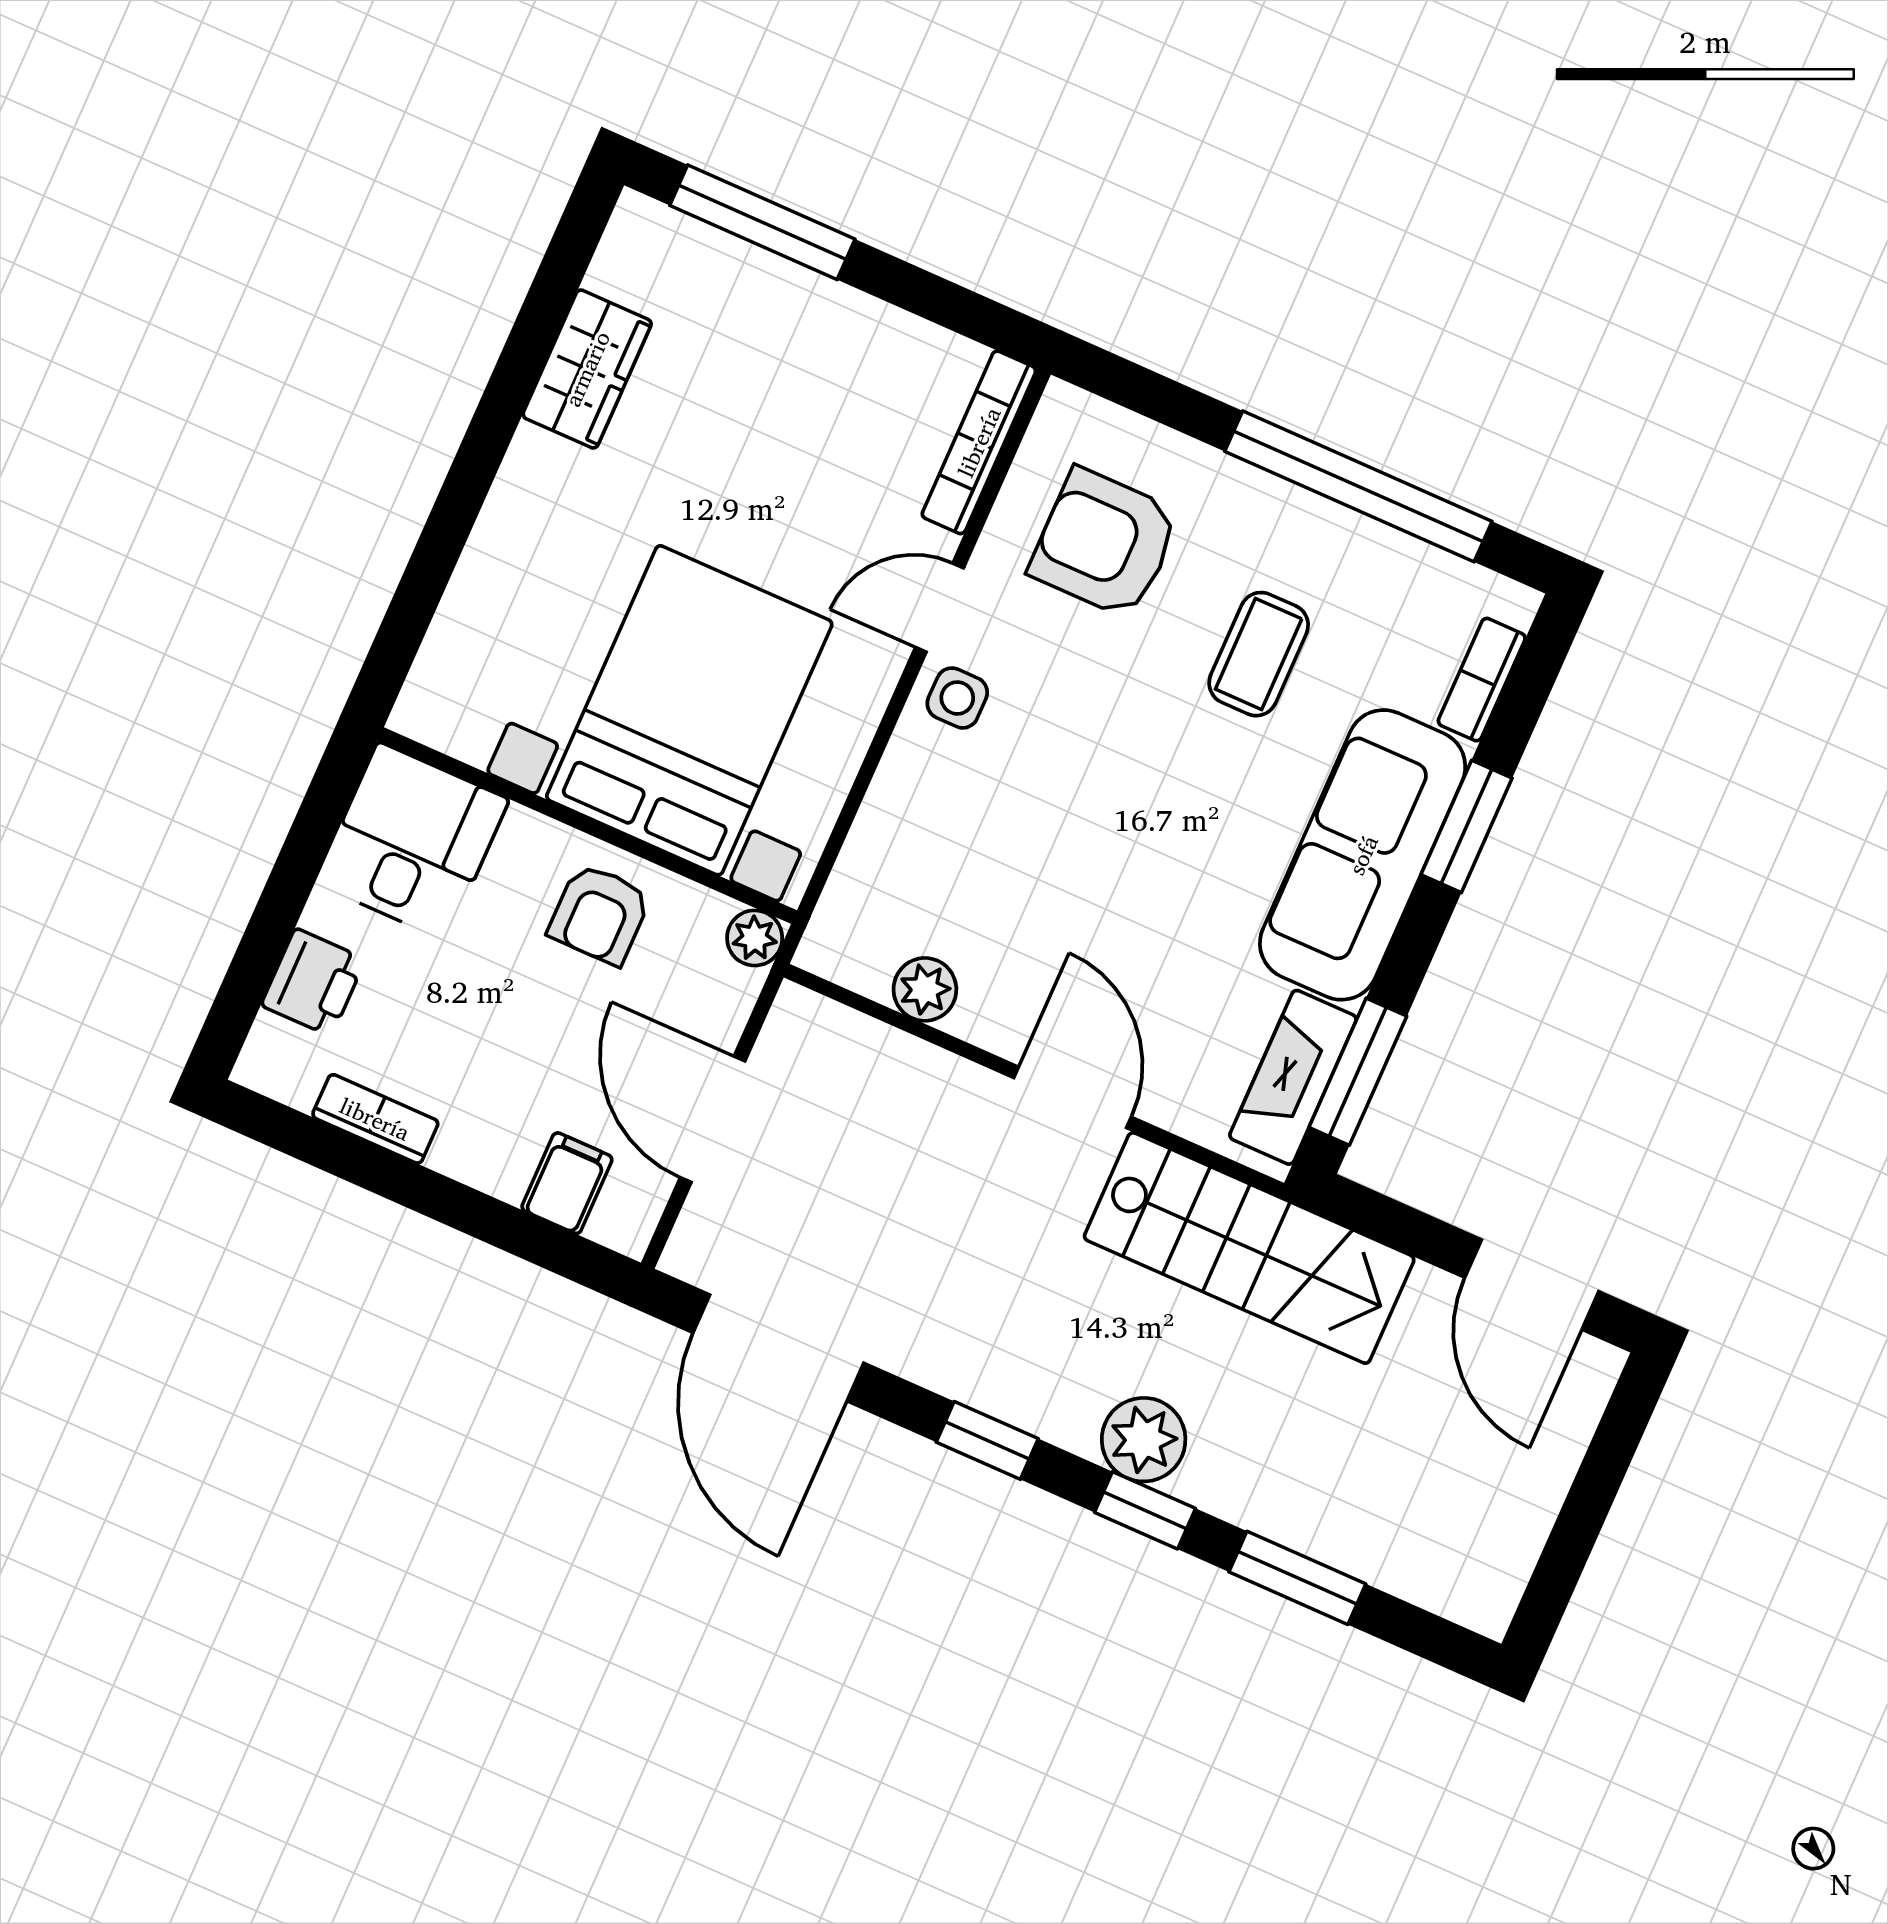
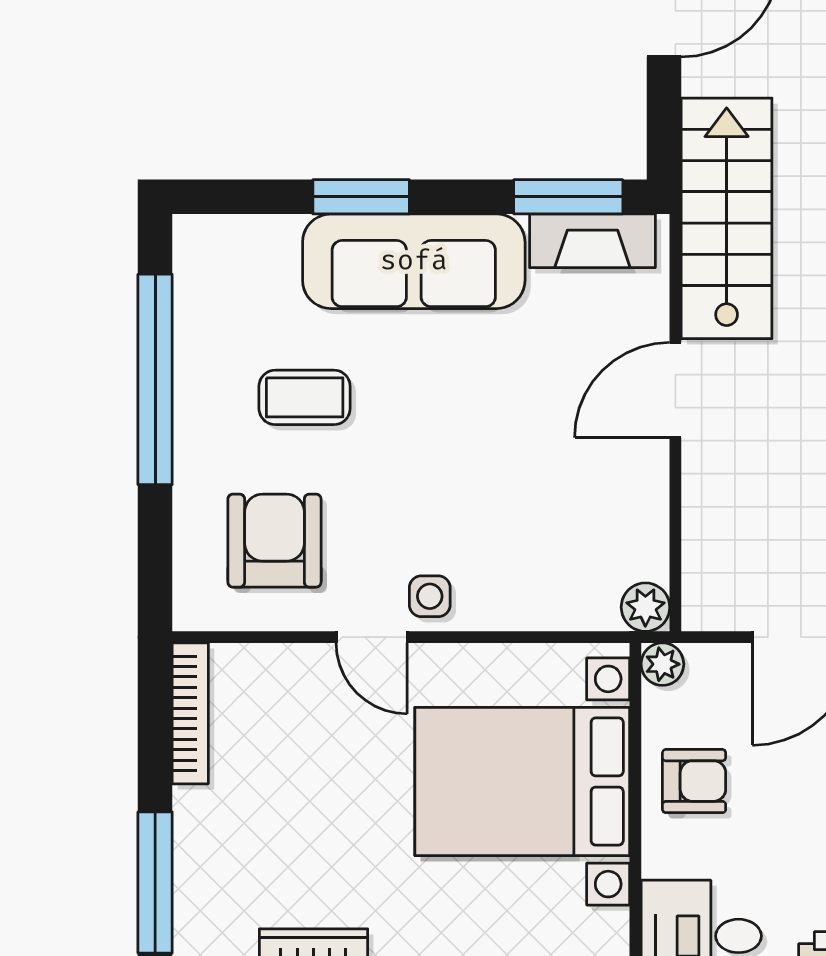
bookcase: (979, 442) -> (190, 713), moved, turned -90
armchair: (1105, 543) -> (274, 541), turned 180
bookcase: (1482, 680) -> (253, 232), removed
plant: (925, 989) -> (645, 607), moved

